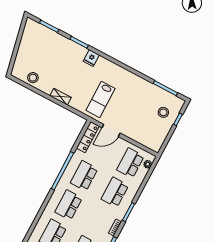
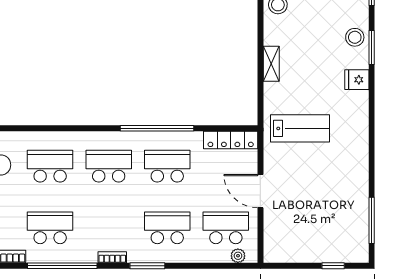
lab bench: (101, 99) -> (300, 128), turned 180
stool: (163, 112) -> (355, 37), moved
door: (111, 130) -> (260, 191), moved

